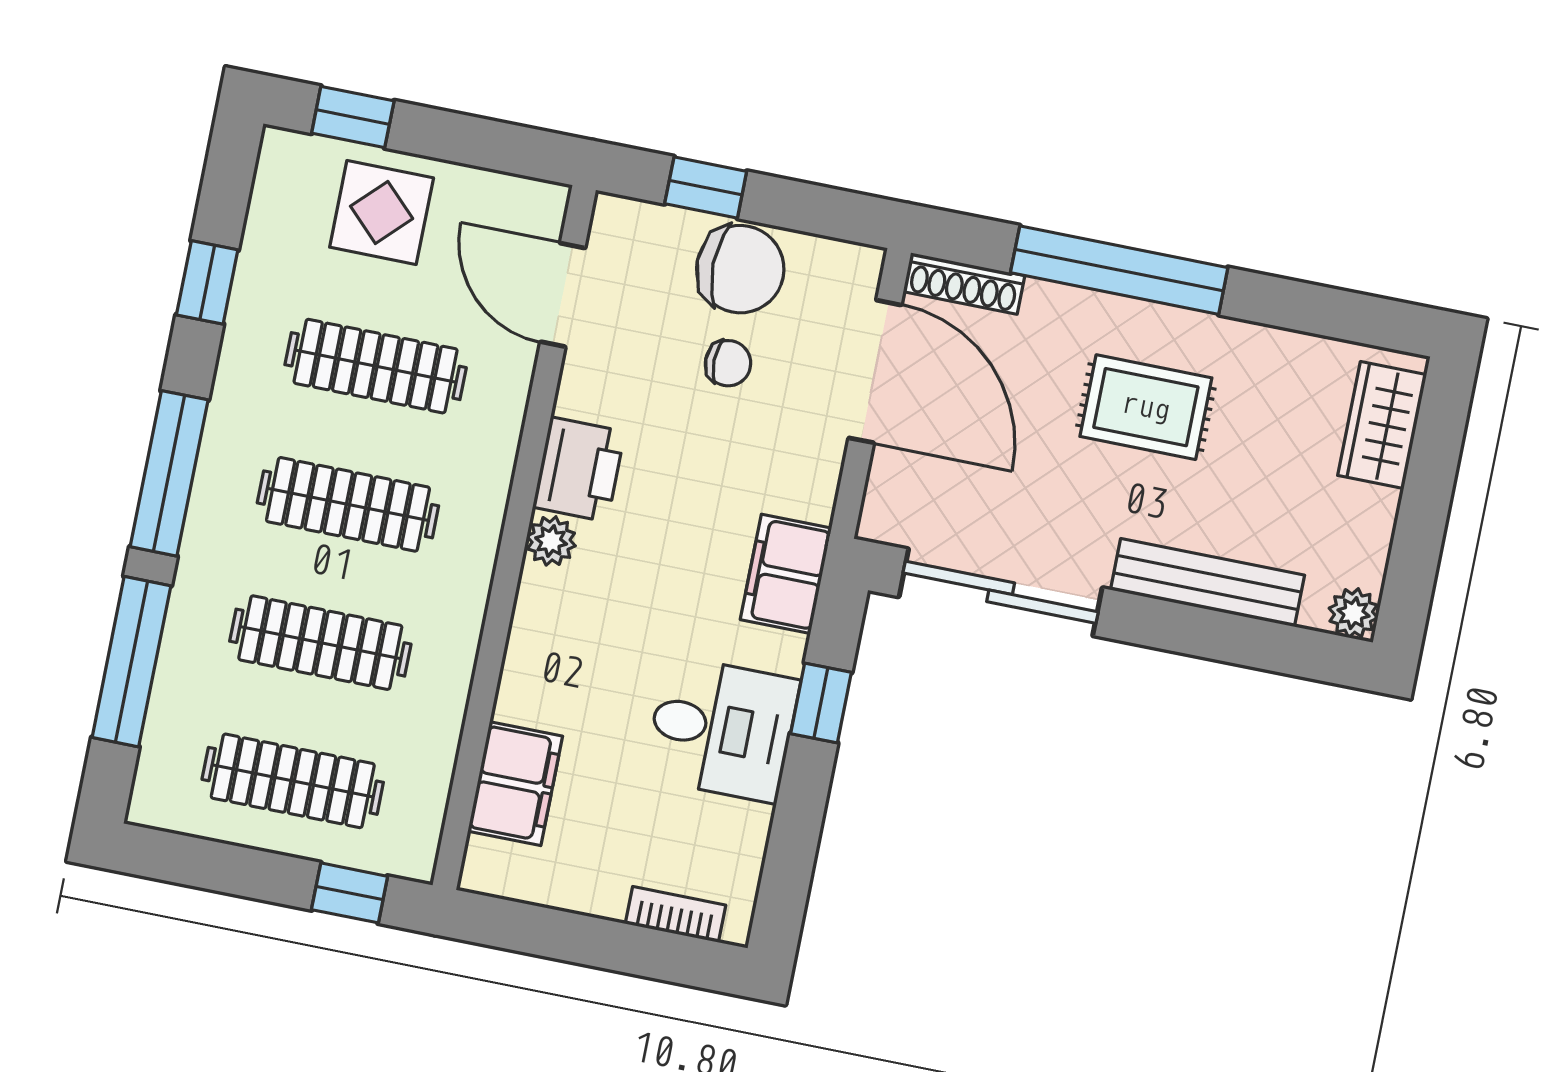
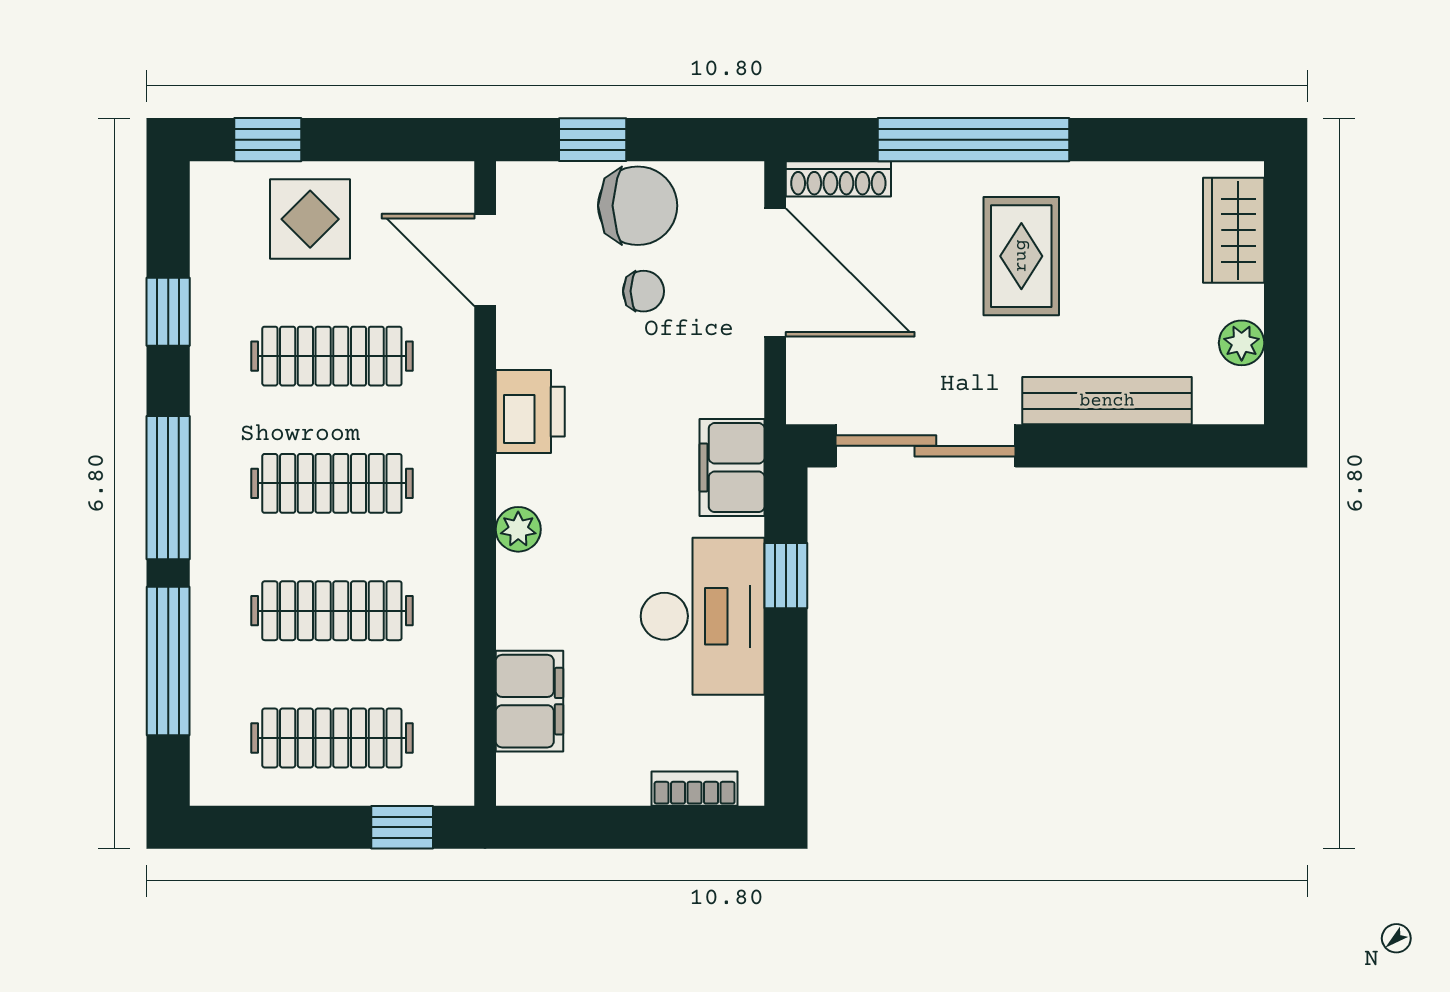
rug: (1146, 407) -> (1021, 256), turned 90
plant: (551, 541) -> (518, 529), moved
plant: (1353, 613) -> (1242, 343), moved
desk: (722, 729) -> (703, 616), width x1.37

